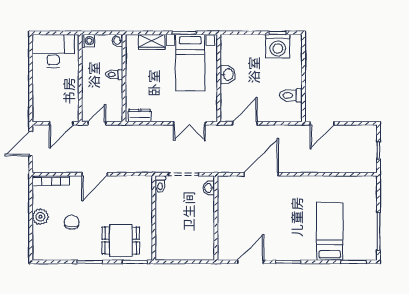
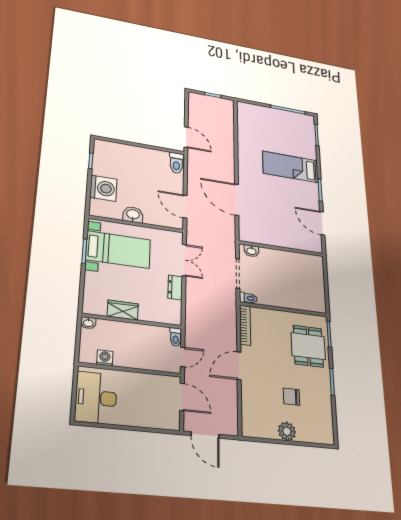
washing machine: (88, 41) -> (105, 358), moved
wardrobe: (152, 42) -> (123, 310), moved, turned -90
washing machine: (278, 46) -> (103, 188), moved
toilet: (114, 75) -> (176, 337), moved
toilet: (291, 95) -> (176, 163), moved
dresser: (140, 116) -> (175, 287), moved
door: (97, 123) -> (183, 357), swing flipped
door: (95, 174) -> (239, 366), swing flipped
bookcase: (51, 180) -> (245, 325), moved
bed: (330, 231) -> (291, 167), moved

